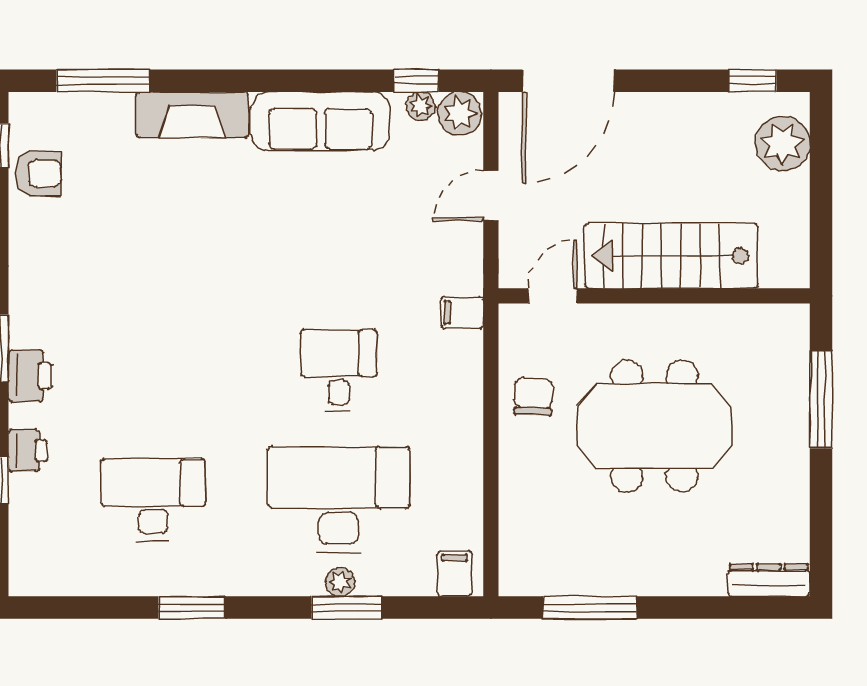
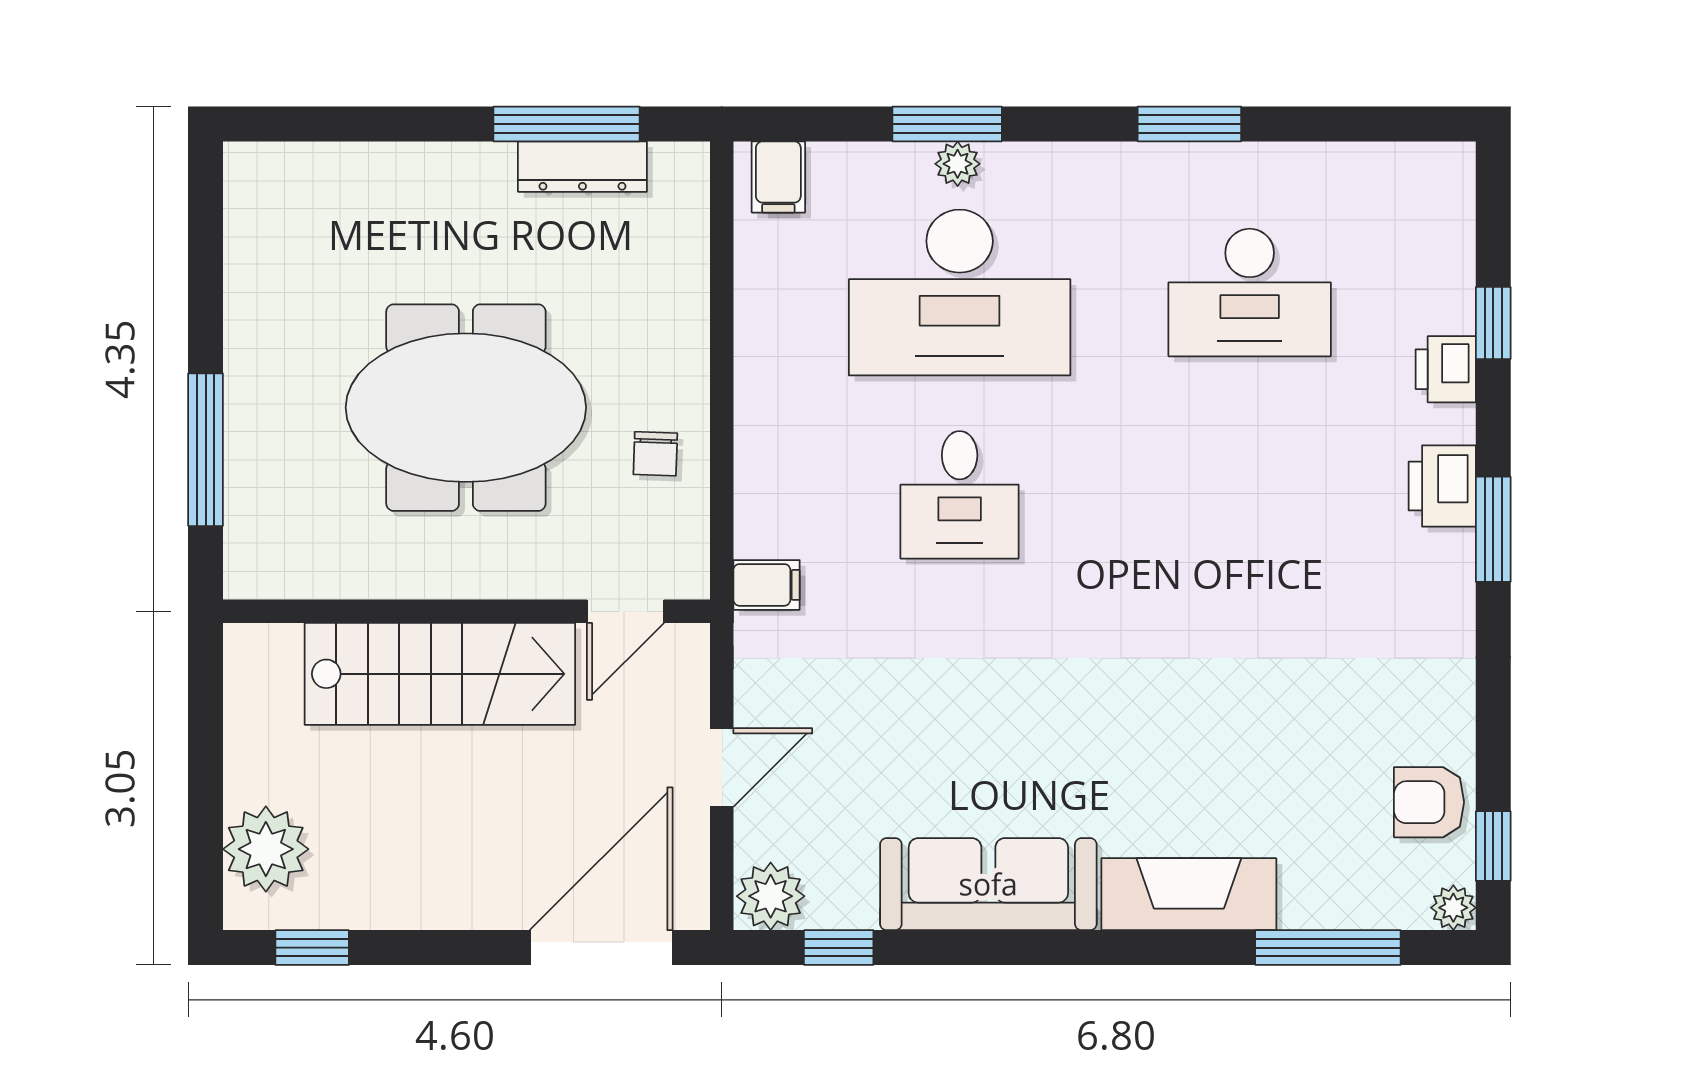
plant: (421, 106) -> (1453, 908), moved
chair: (533, 397) -> (655, 454), width x0.73, depth x0.73
dresser: (769, 580) -> (582, 167), moved

